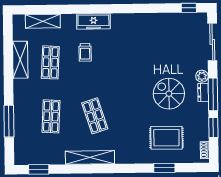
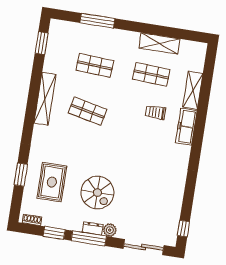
shelving: (43, 21) -> (193, 90), moved
spiral stairs: (169, 94) -> (97, 193), turned 90
shop shelf: (95, 116) -> (87, 111), turned 30

